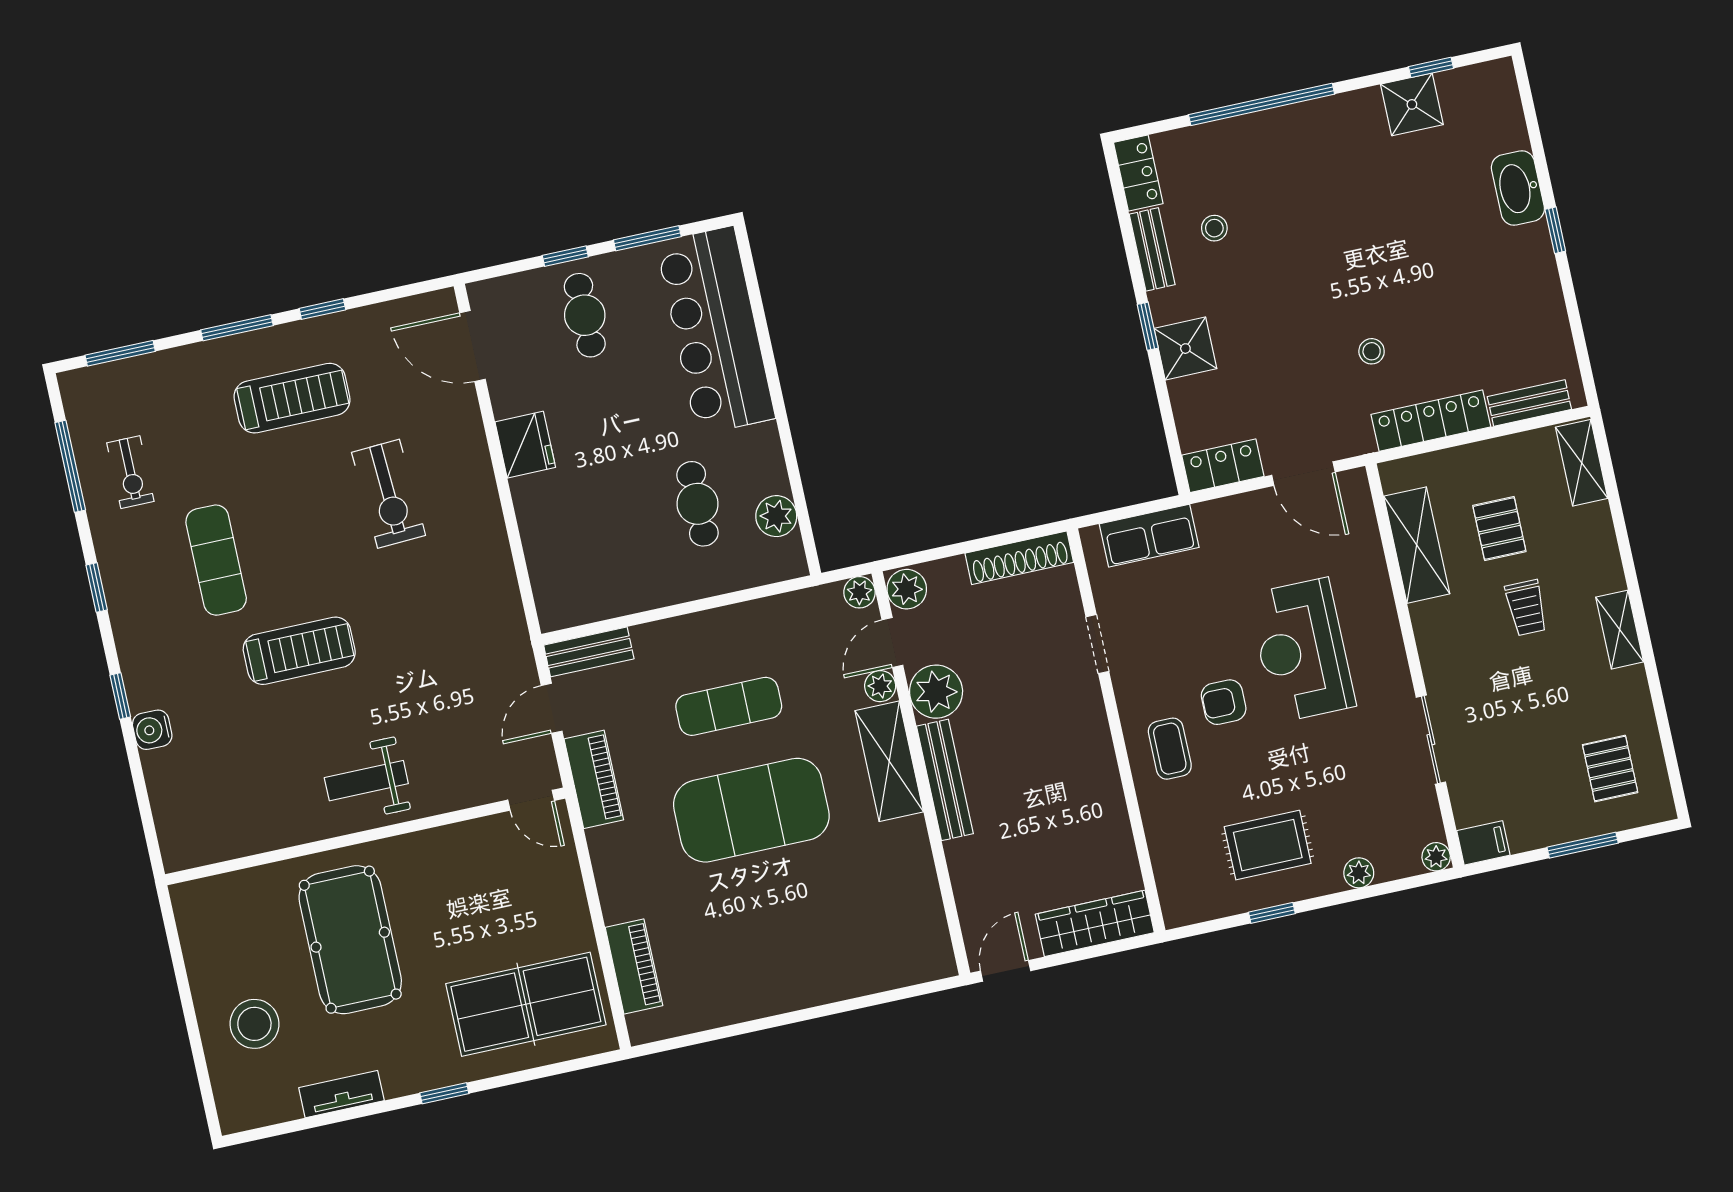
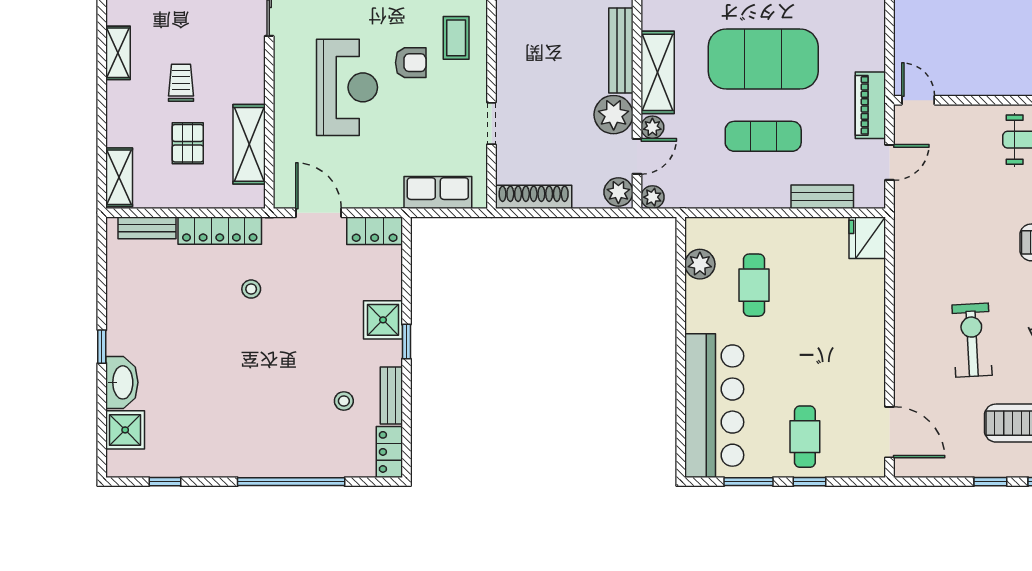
shower: (1412, 104) -> (125, 430), moved
fridge: (525, 445) -> (867, 238), moved
bench: (589, 652) -> (822, 197), moved

